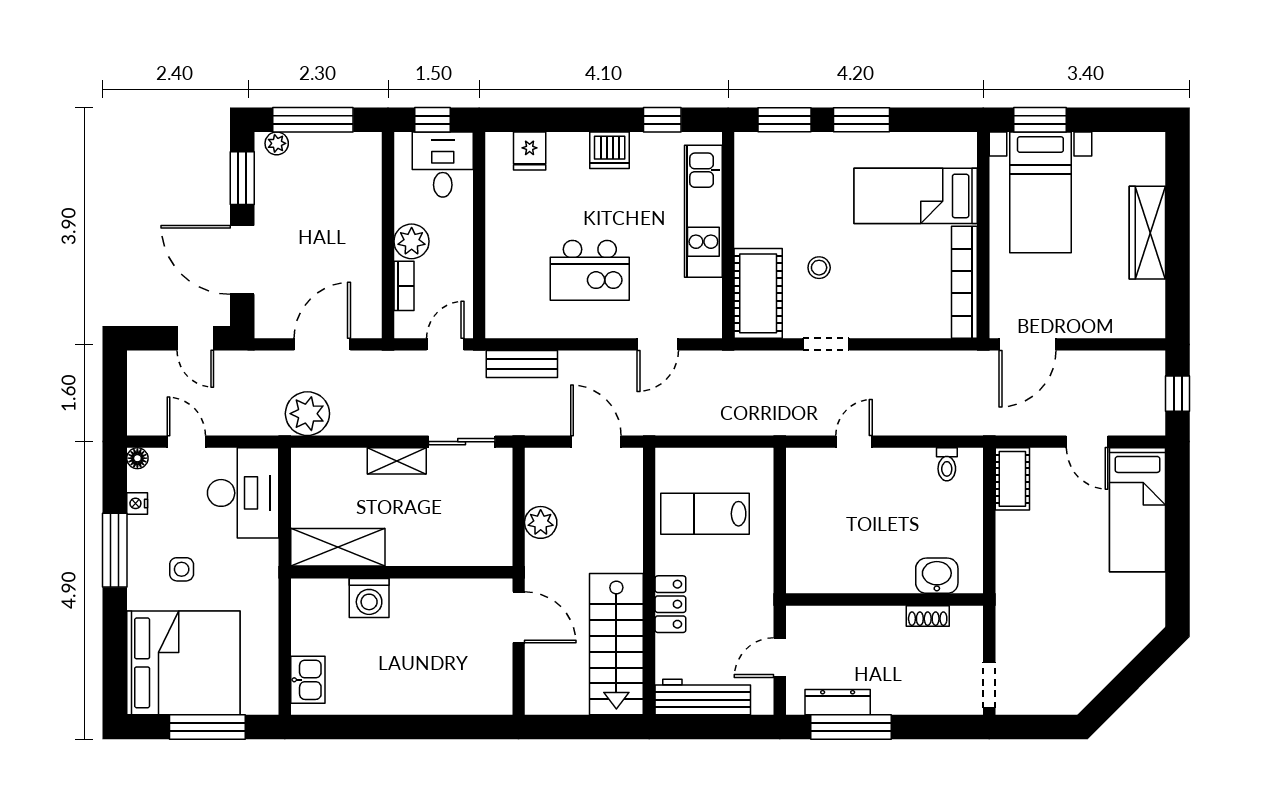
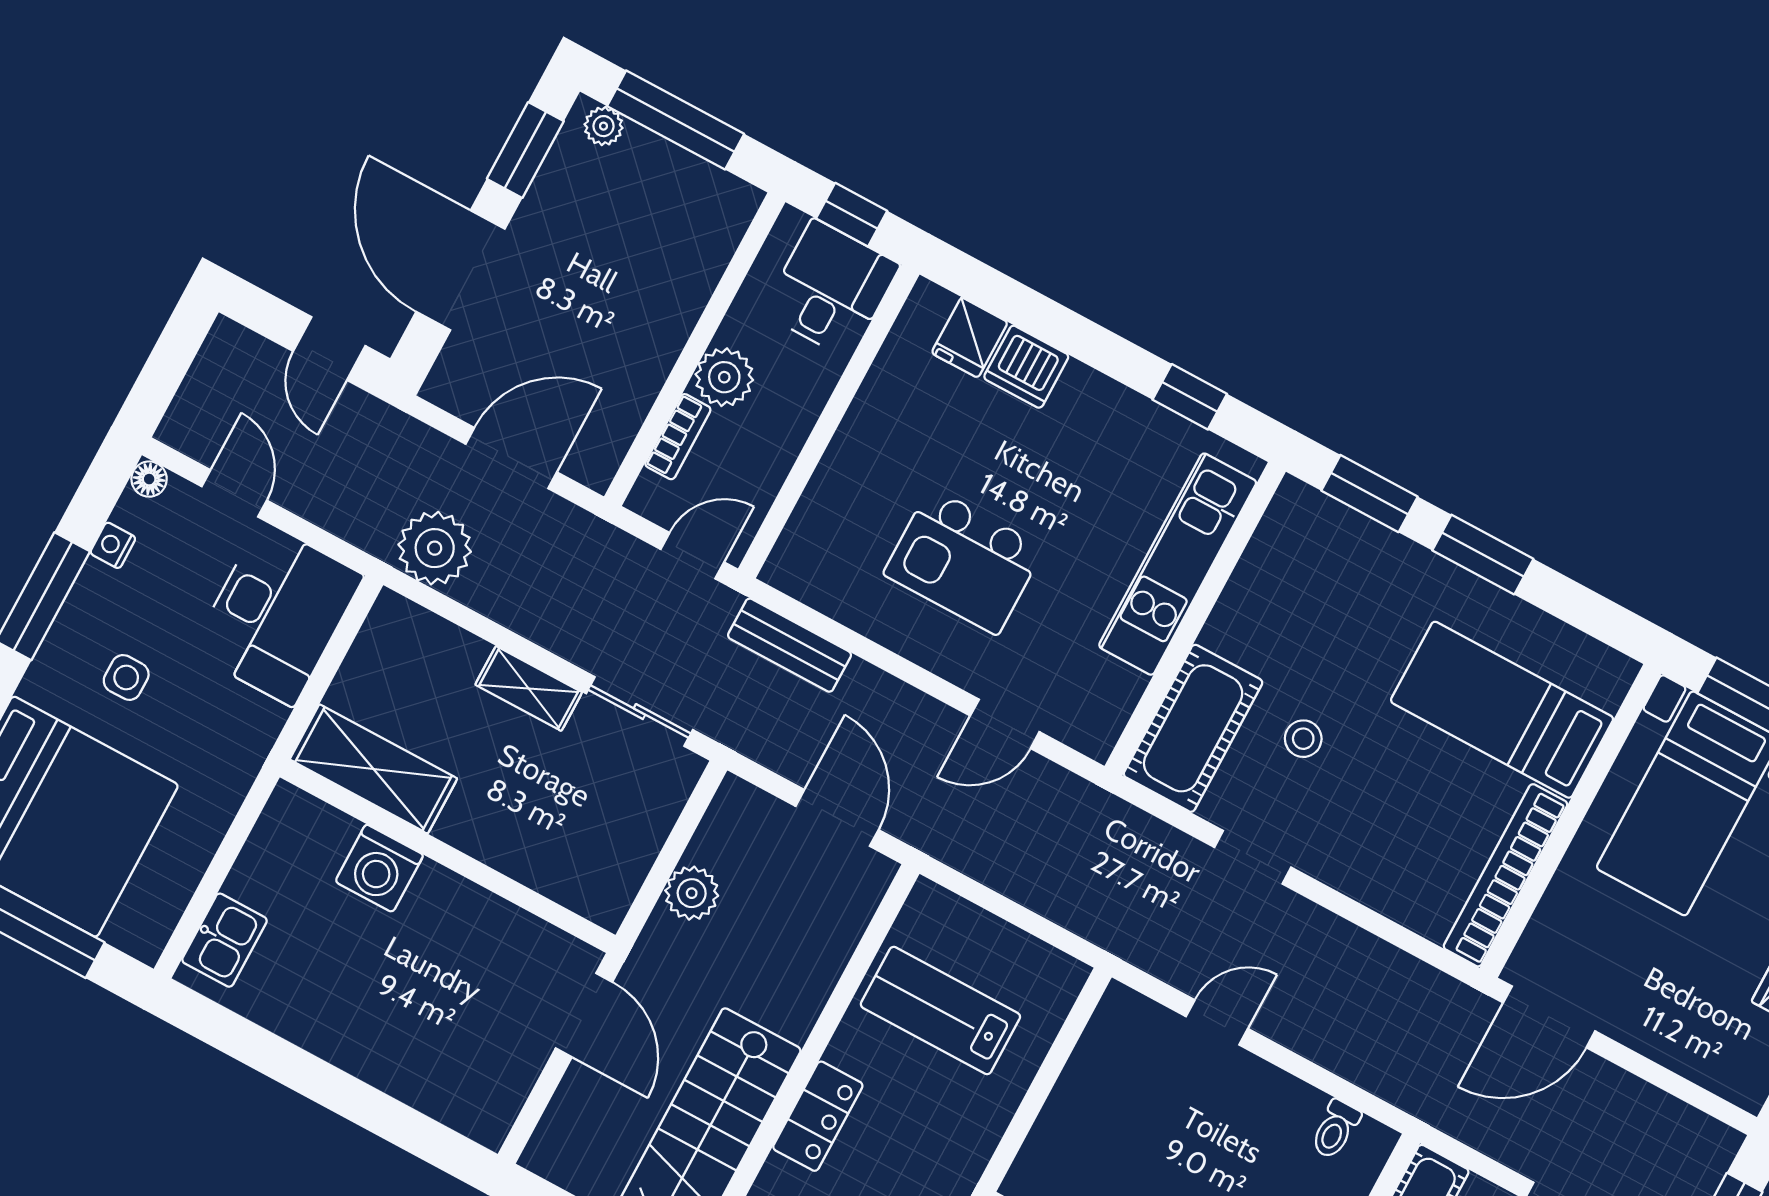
dishwasher: (610, 150) -> (1026, 367), moved

